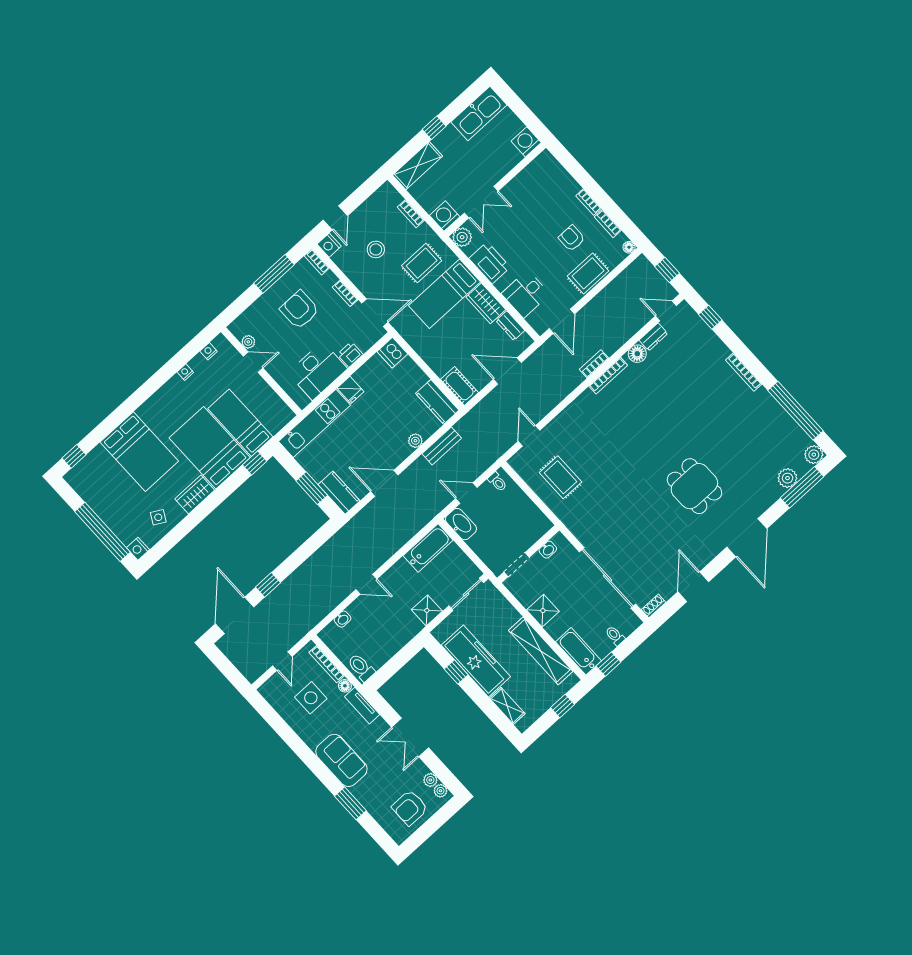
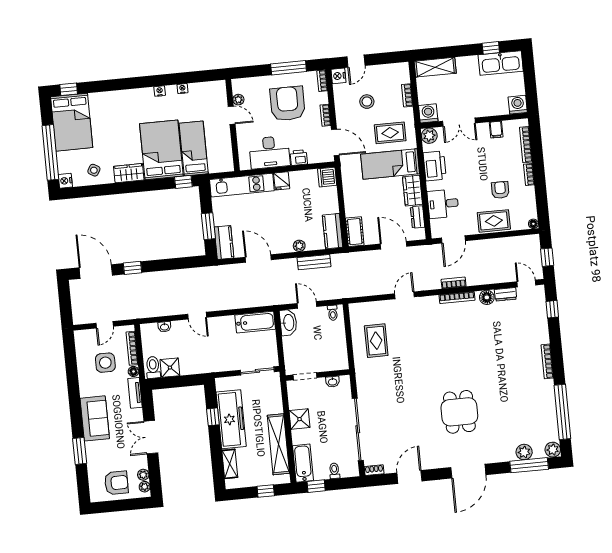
window: (434, 128) -> (491, 48), moved
filing cabinet: (523, 182) -> (496, 130), added
bookcase: (608, 224) -> (526, 145), moved, width x1.56
armchair: (299, 310) -> (288, 104), width x1.36, depth x1.36
nightstand: (209, 351) -> (160, 91), moved
door: (529, 436) -> (404, 295), moved
bed: (139, 452) -> (72, 122), moved
shower: (427, 610) -> (170, 368), moved
door: (235, 615) -> (96, 272), hinge flipped
armchair: (410, 808) -> (116, 483), turned 180

